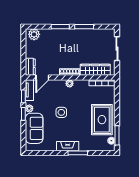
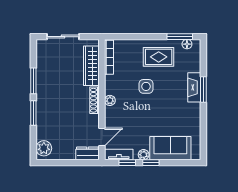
door: (42, 77) -> (102, 137), hinge flipped
side table: (61, 112) -> (146, 86), moved
rug: (102, 120) -> (159, 57), width x0.73, depth x0.70
fireplace: (68, 146) -> (194, 87), moved

